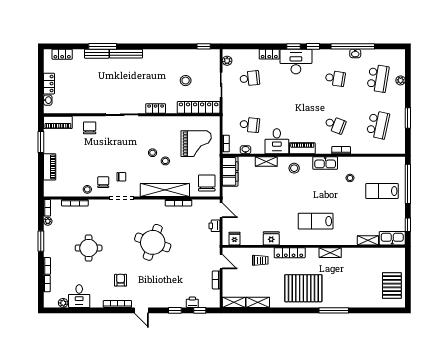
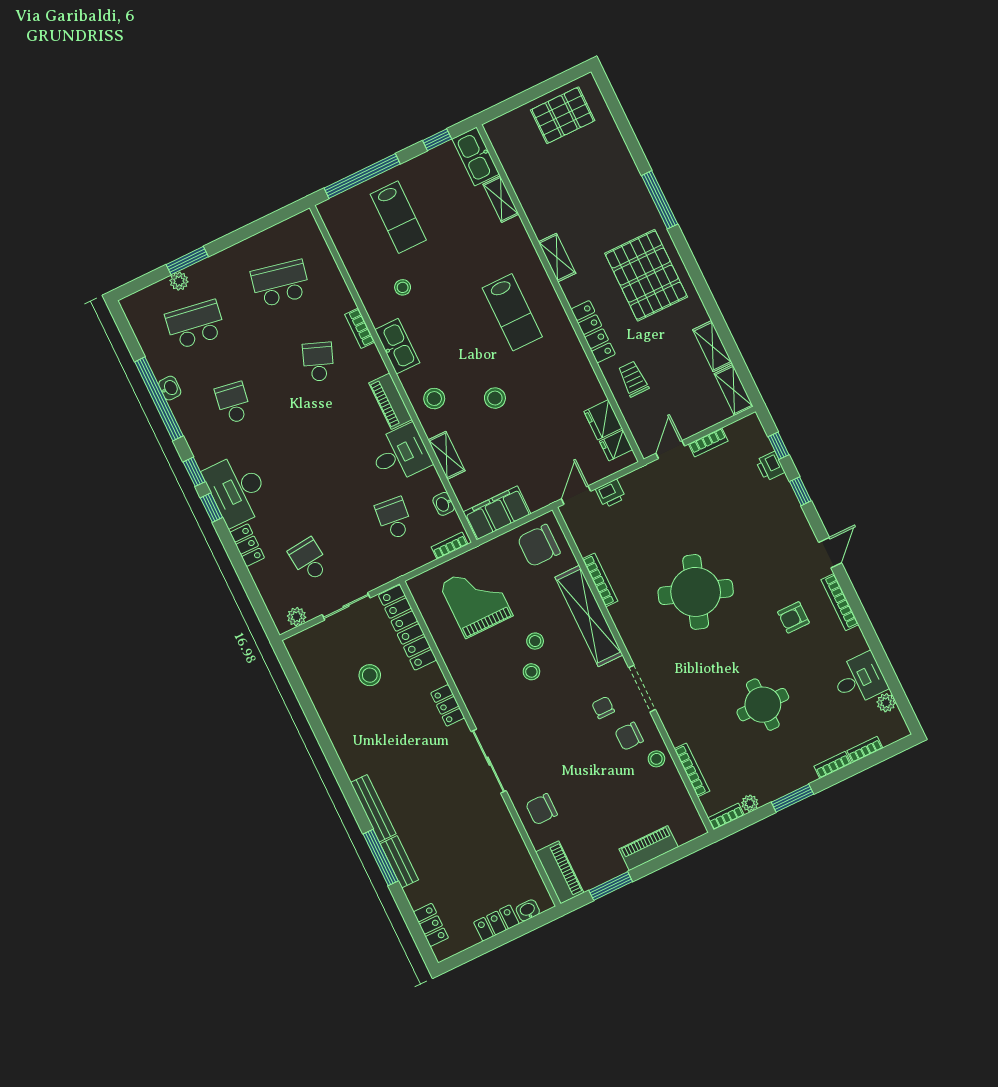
window: (204, 46) -> (291, 672), removed
window: (408, 118) -> (187, 261), moved
stool: (281, 195) -> (495, 398), added
fridge: (271, 238) -> (603, 420), moved

